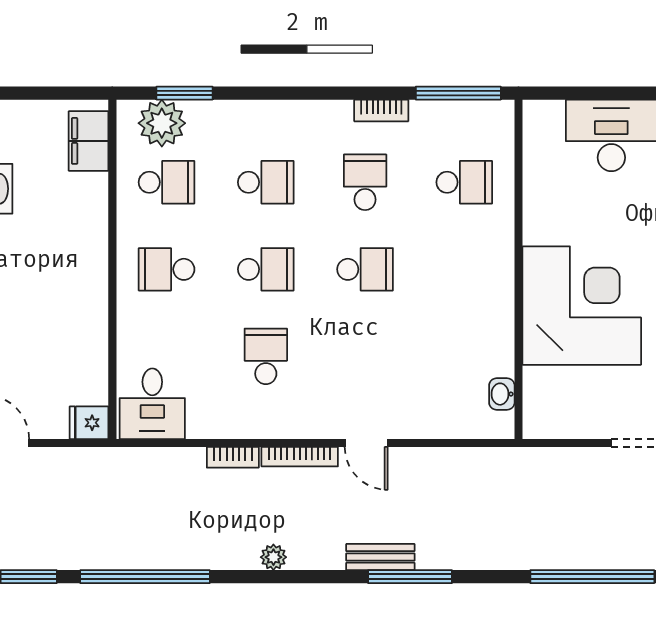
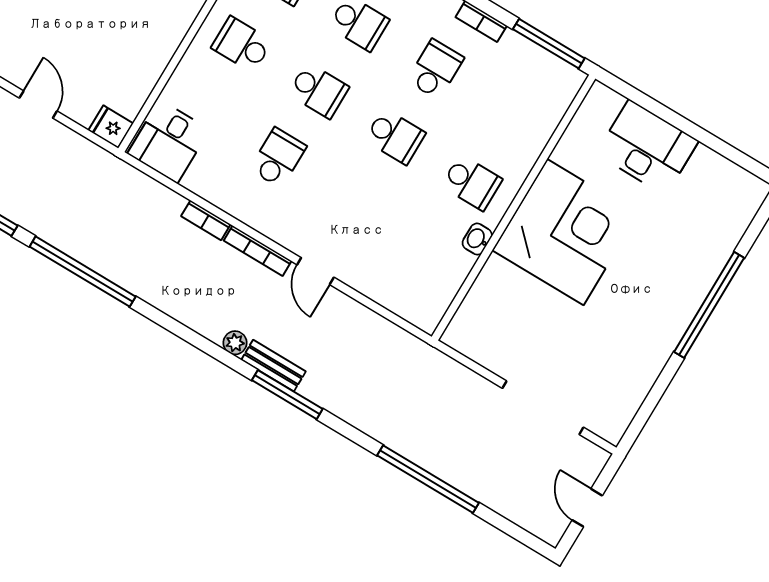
school desk: (464, 182) -> (472, 183), moved
corner desk: (582, 306) -> (565, 232), moved
washbasin: (502, 394) -> (477, 239), moved
plant: (273, 557) -> (235, 343), moved

